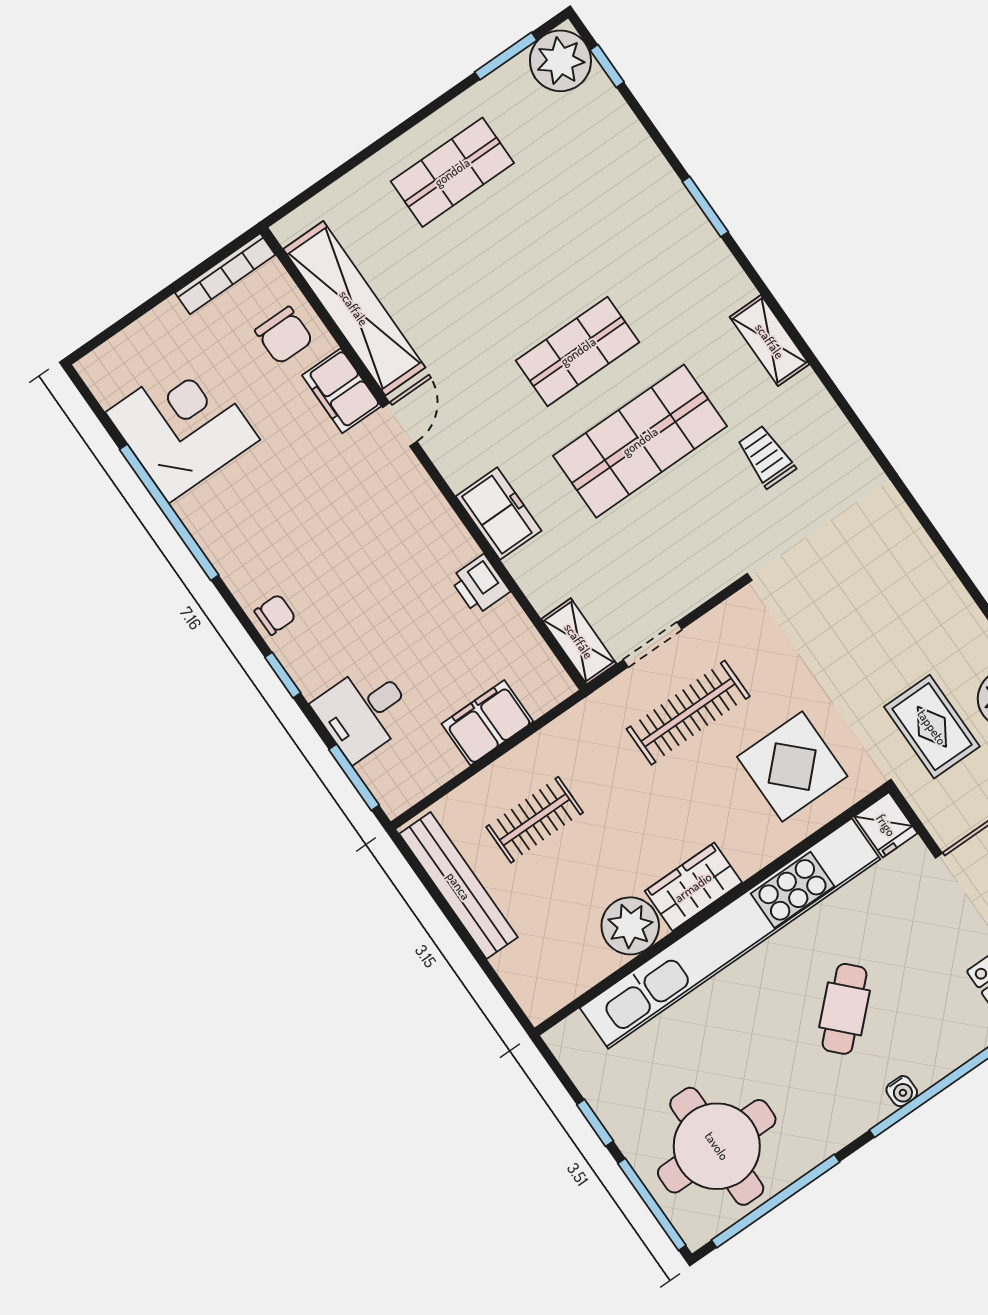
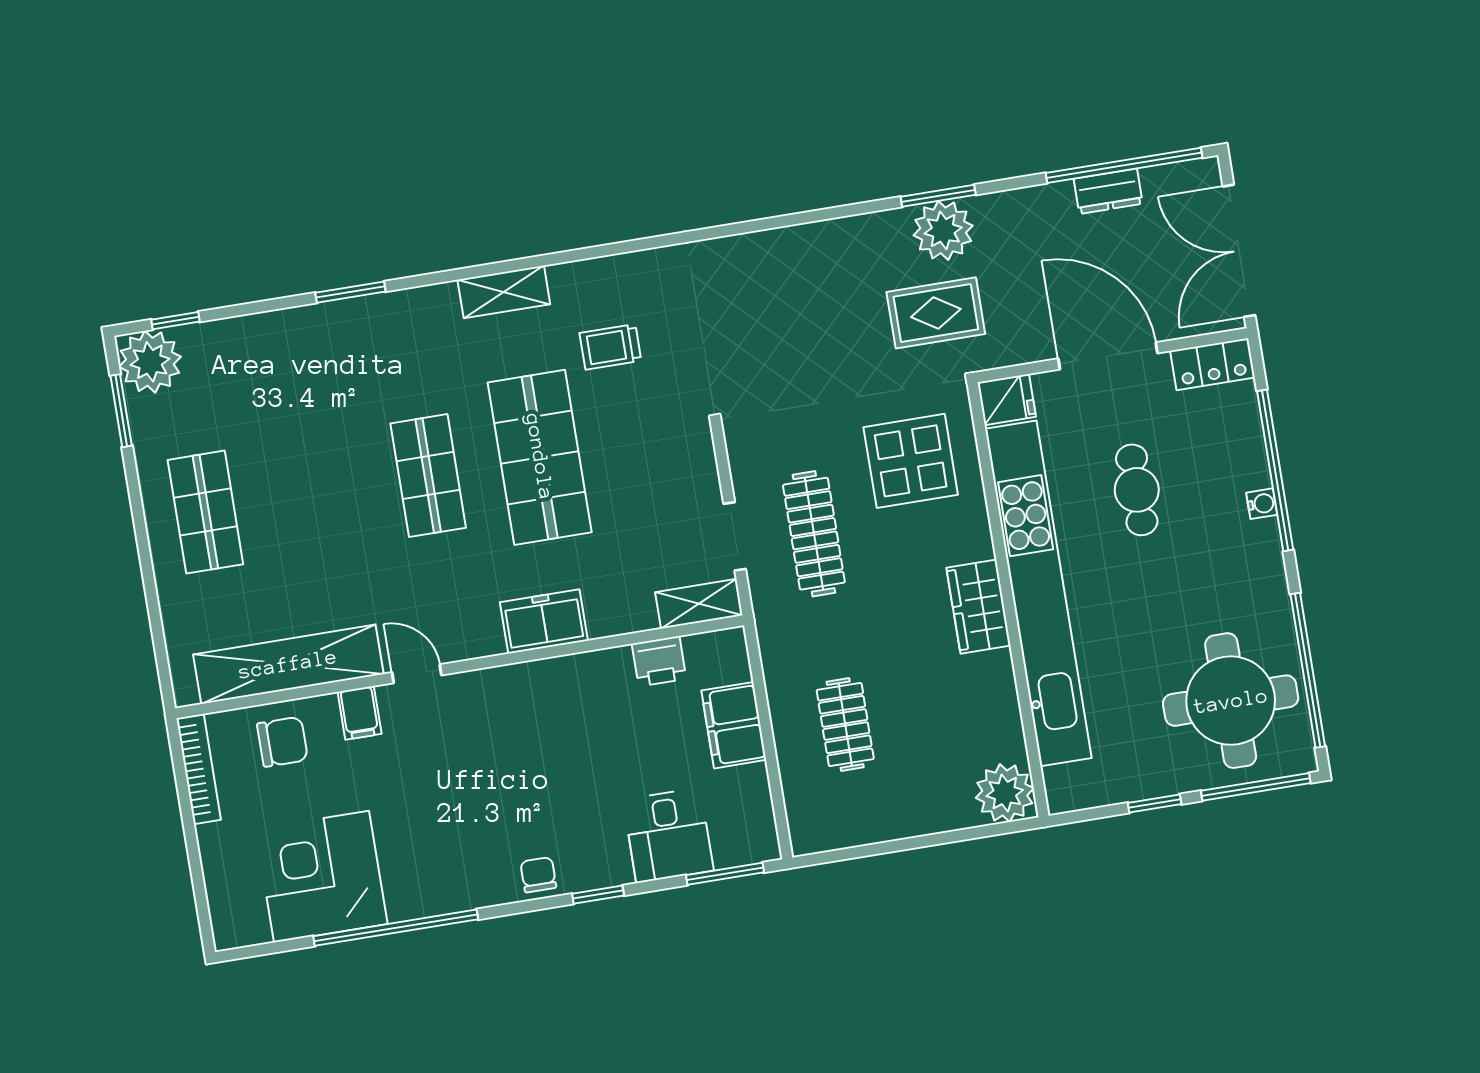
filing cabinet: (342, 391) -> (360, 713), width x0.50
printer: (480, 585) -> (659, 661), moved
bench: (459, 886) -> (873, 825), removed
plant: (630, 926) -> (1005, 793), moved
cafe table: (845, 1009) -> (1137, 490), moved, turned 44

